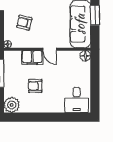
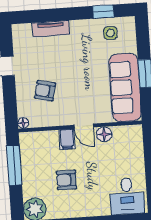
floor lamp: (85, 56) -> (104, 134), moved
filing cabinet: (32, 57) -> (67, 139), width x0.50

